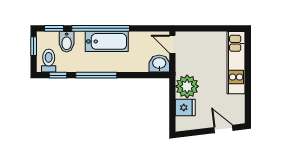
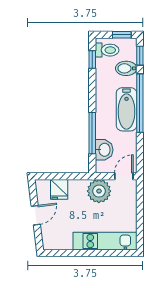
washbasin: (159, 64) -> (104, 150), moved
window: (96, 75) -> (92, 133), moved
plant: (187, 86) -> (99, 191), moved
door: (224, 129) -> (36, 215), moved

